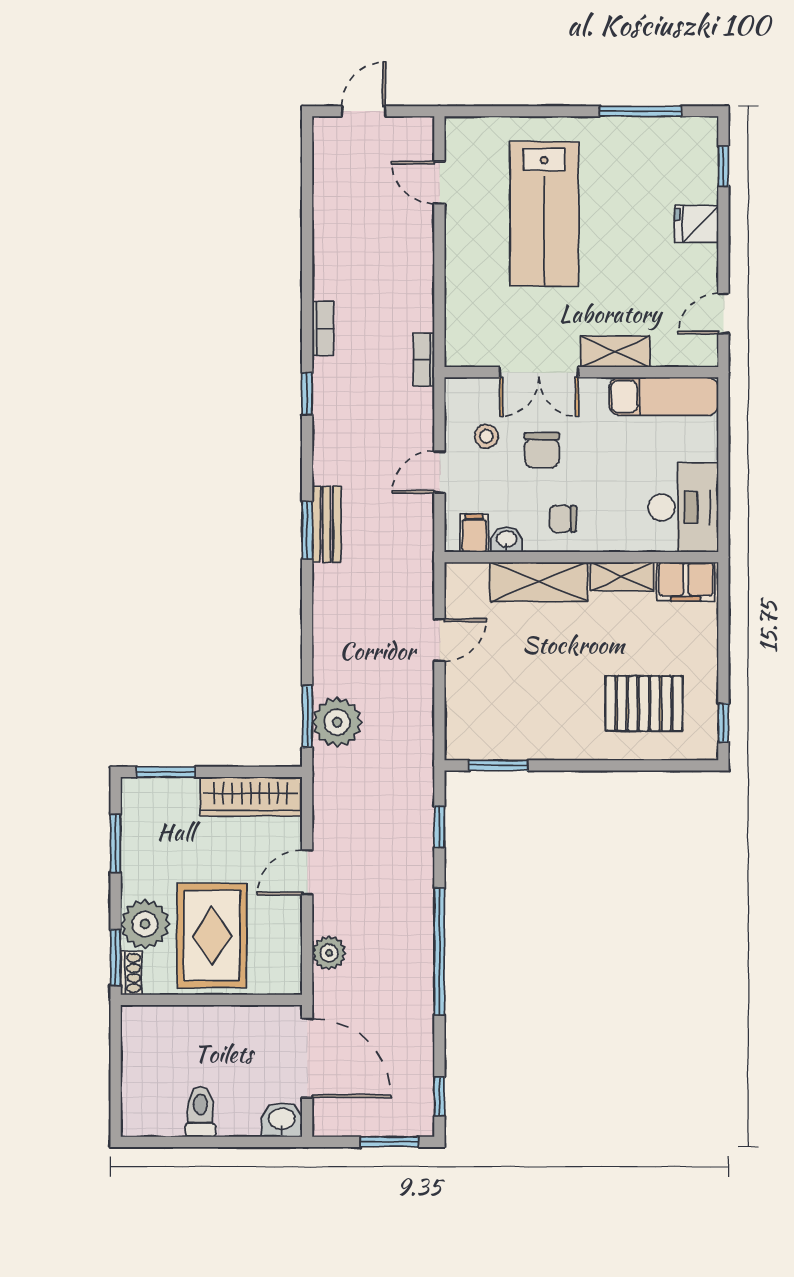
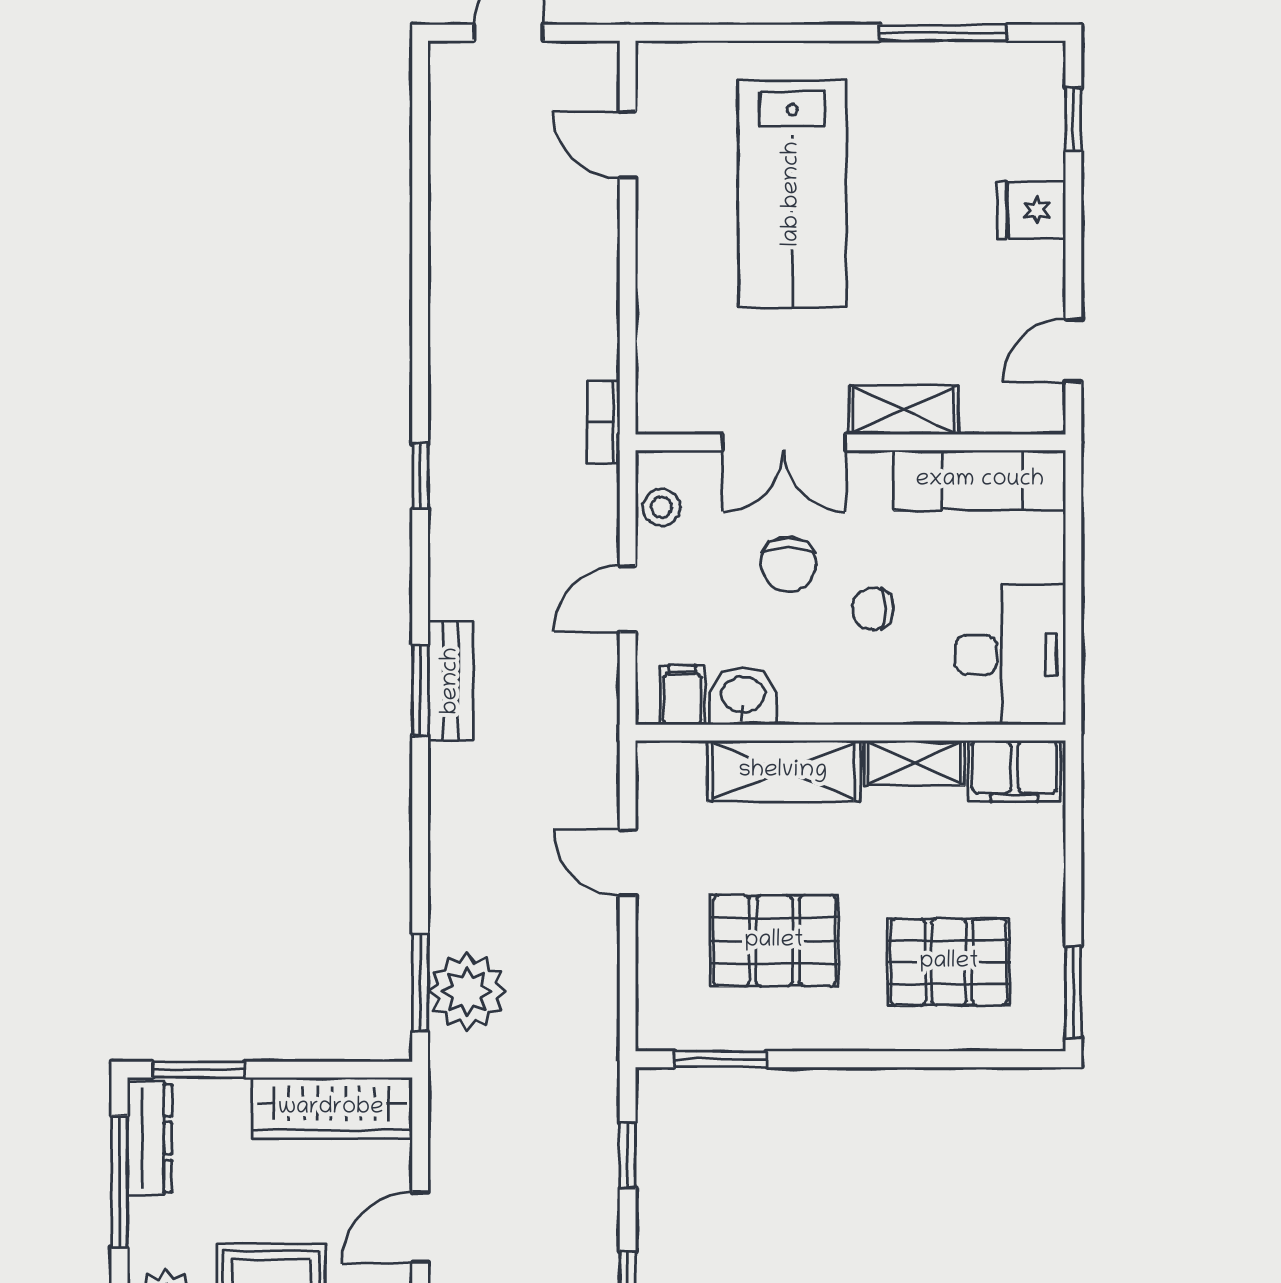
bookcase: (323, 328) -> (445, 374), removed
stool: (486, 436) -> (662, 507), moved
chair: (563, 519) -> (873, 609), moved
washbasin: (507, 540) -> (743, 696), width x1.38, depth x1.45
door: (439, 640) -> (628, 863), swing flipped
pallet: (533, 690) -> (774, 941), added
window: (723, 723) -> (1073, 992), width x1.50
dresser: (135, 816) -> (150, 1138), added
window: (116, 843) -> (120, 1182), width x1.44

